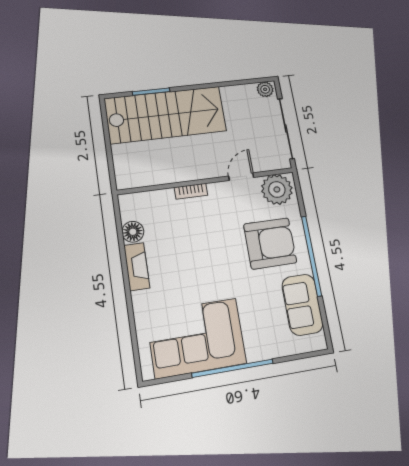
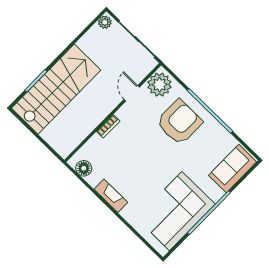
floor lamp: (133, 232) -> (84, 168), moved
sofa: (302, 305) -> (233, 169), moved, turned 90

